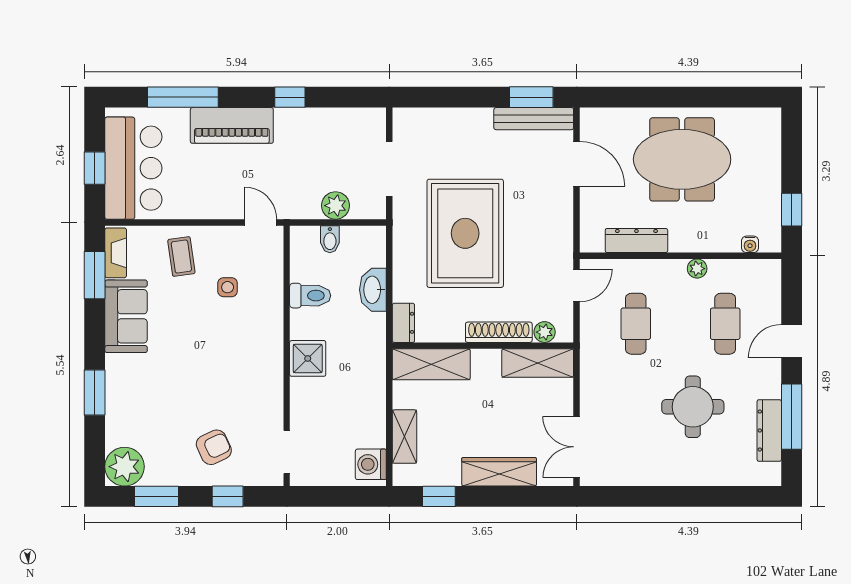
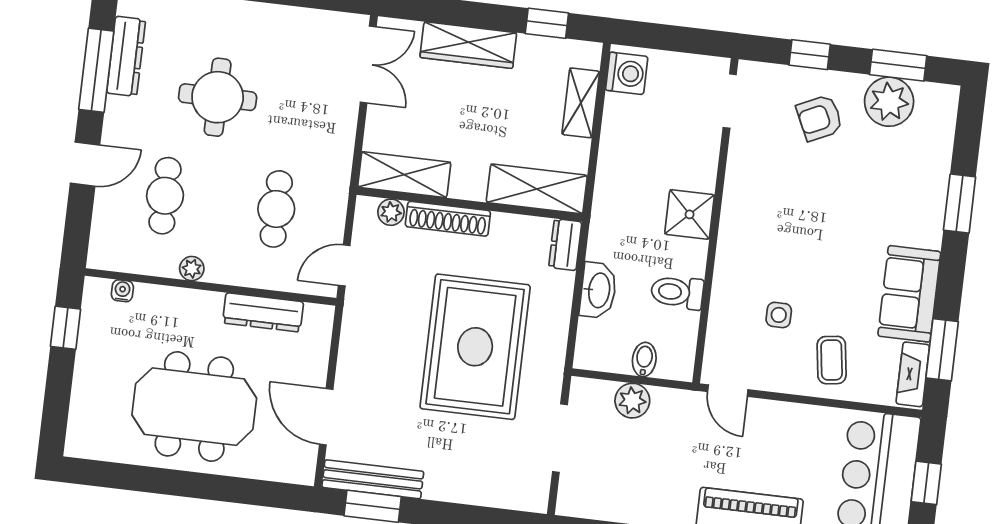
plant: (125, 467) -> (889, 102), moved

